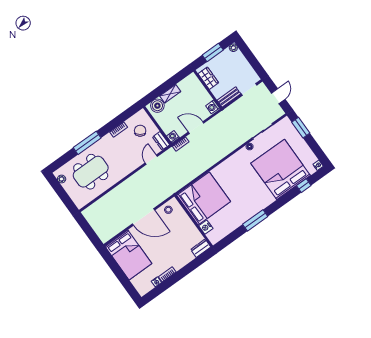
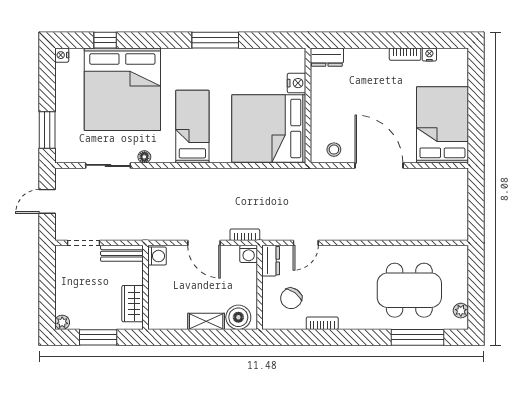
window: (87, 143) -> (418, 337), moved
bed: (238, 175) -> (192, 127), added

